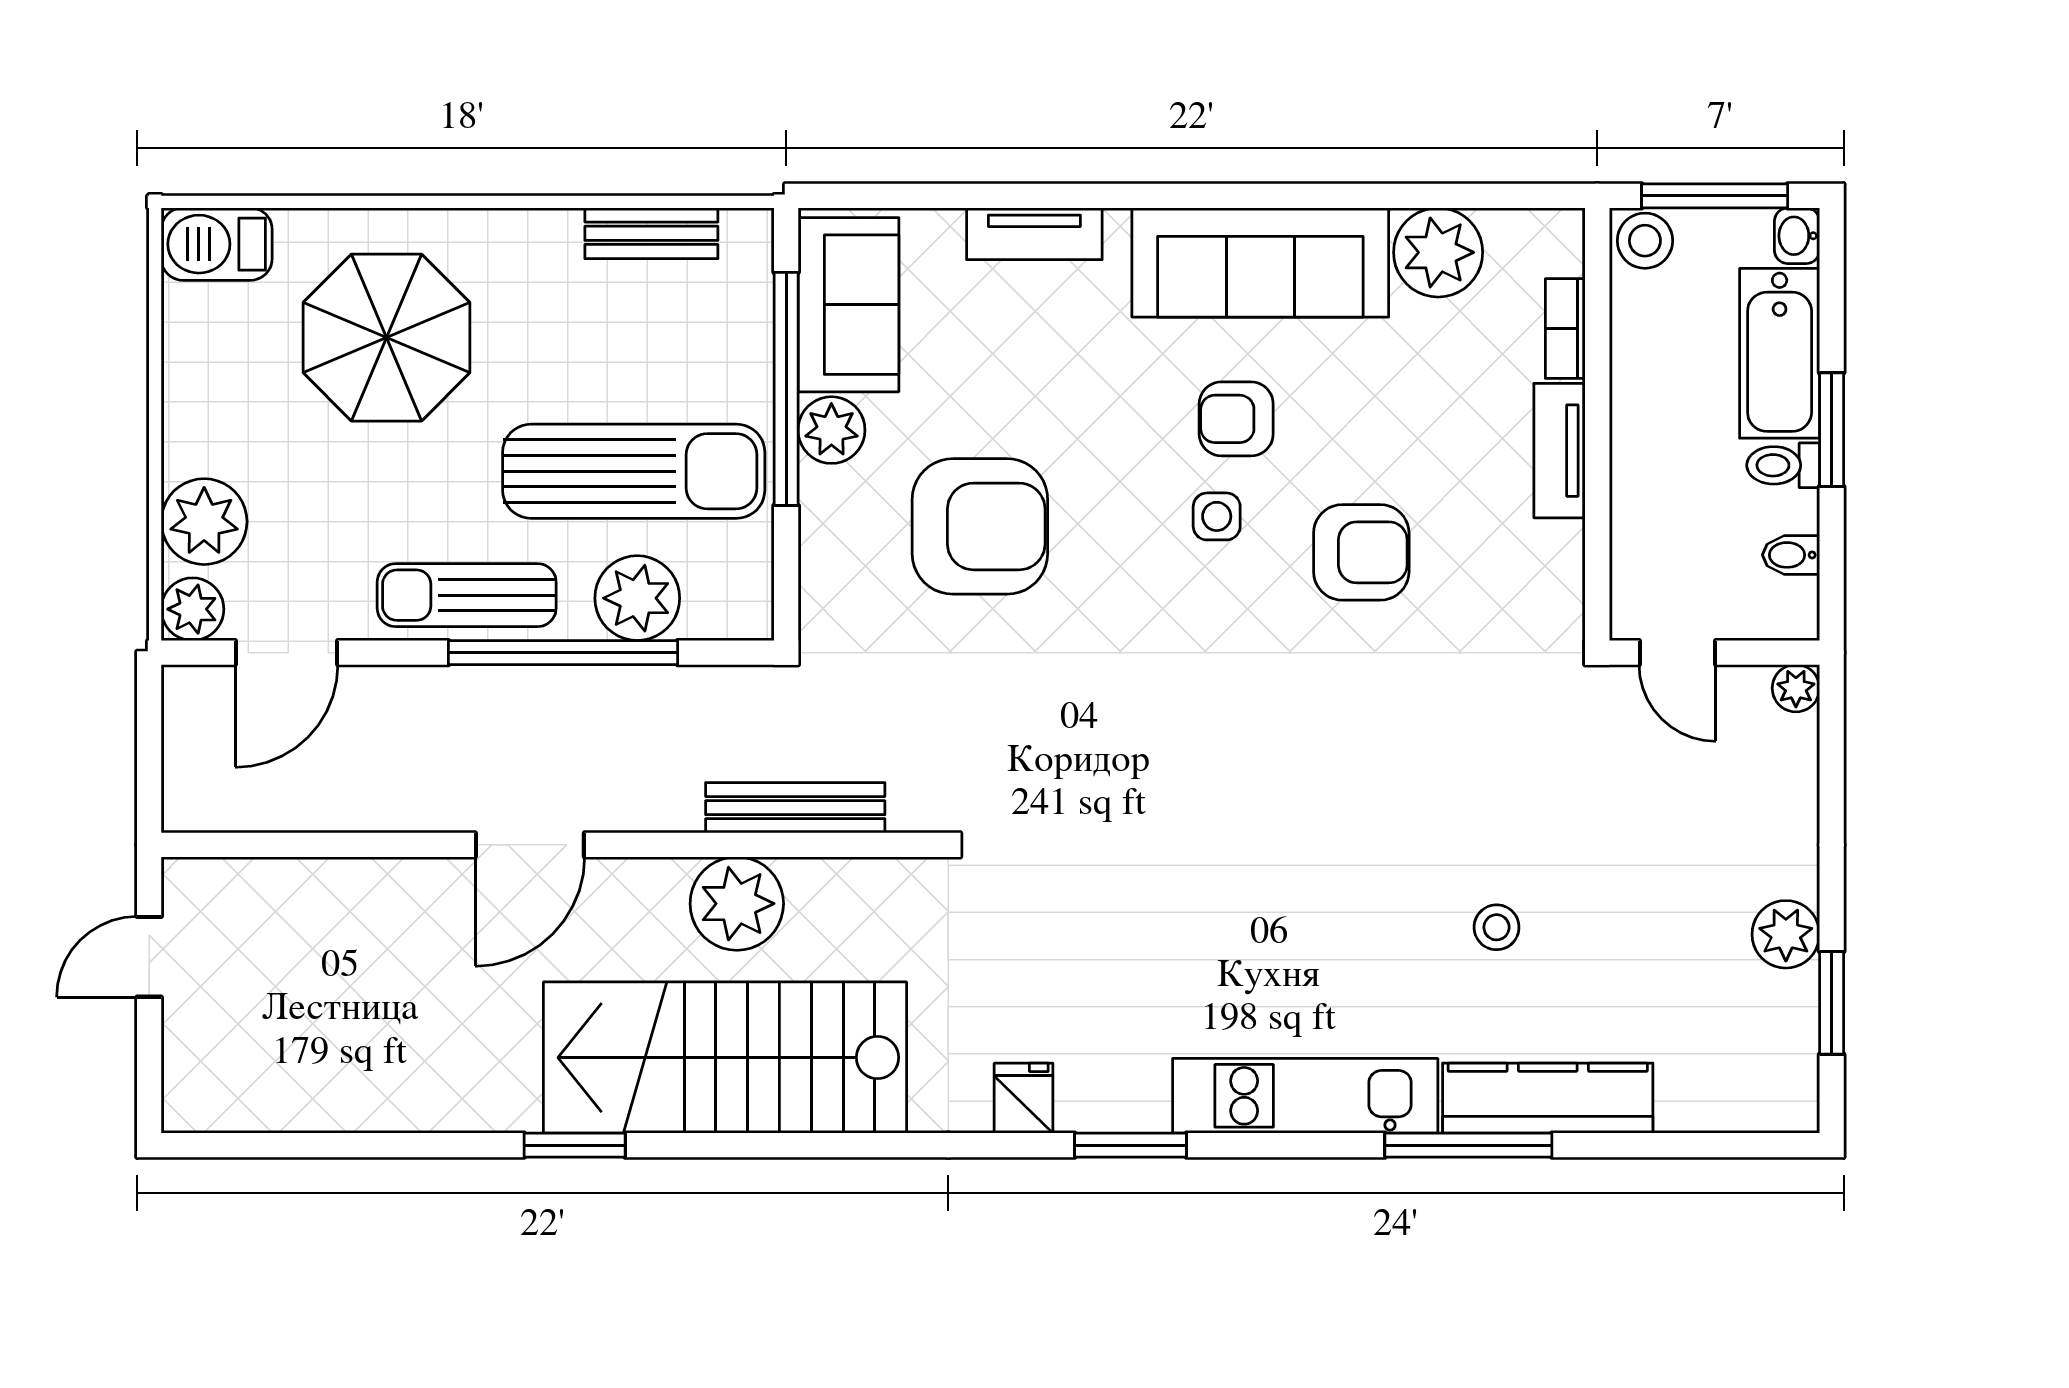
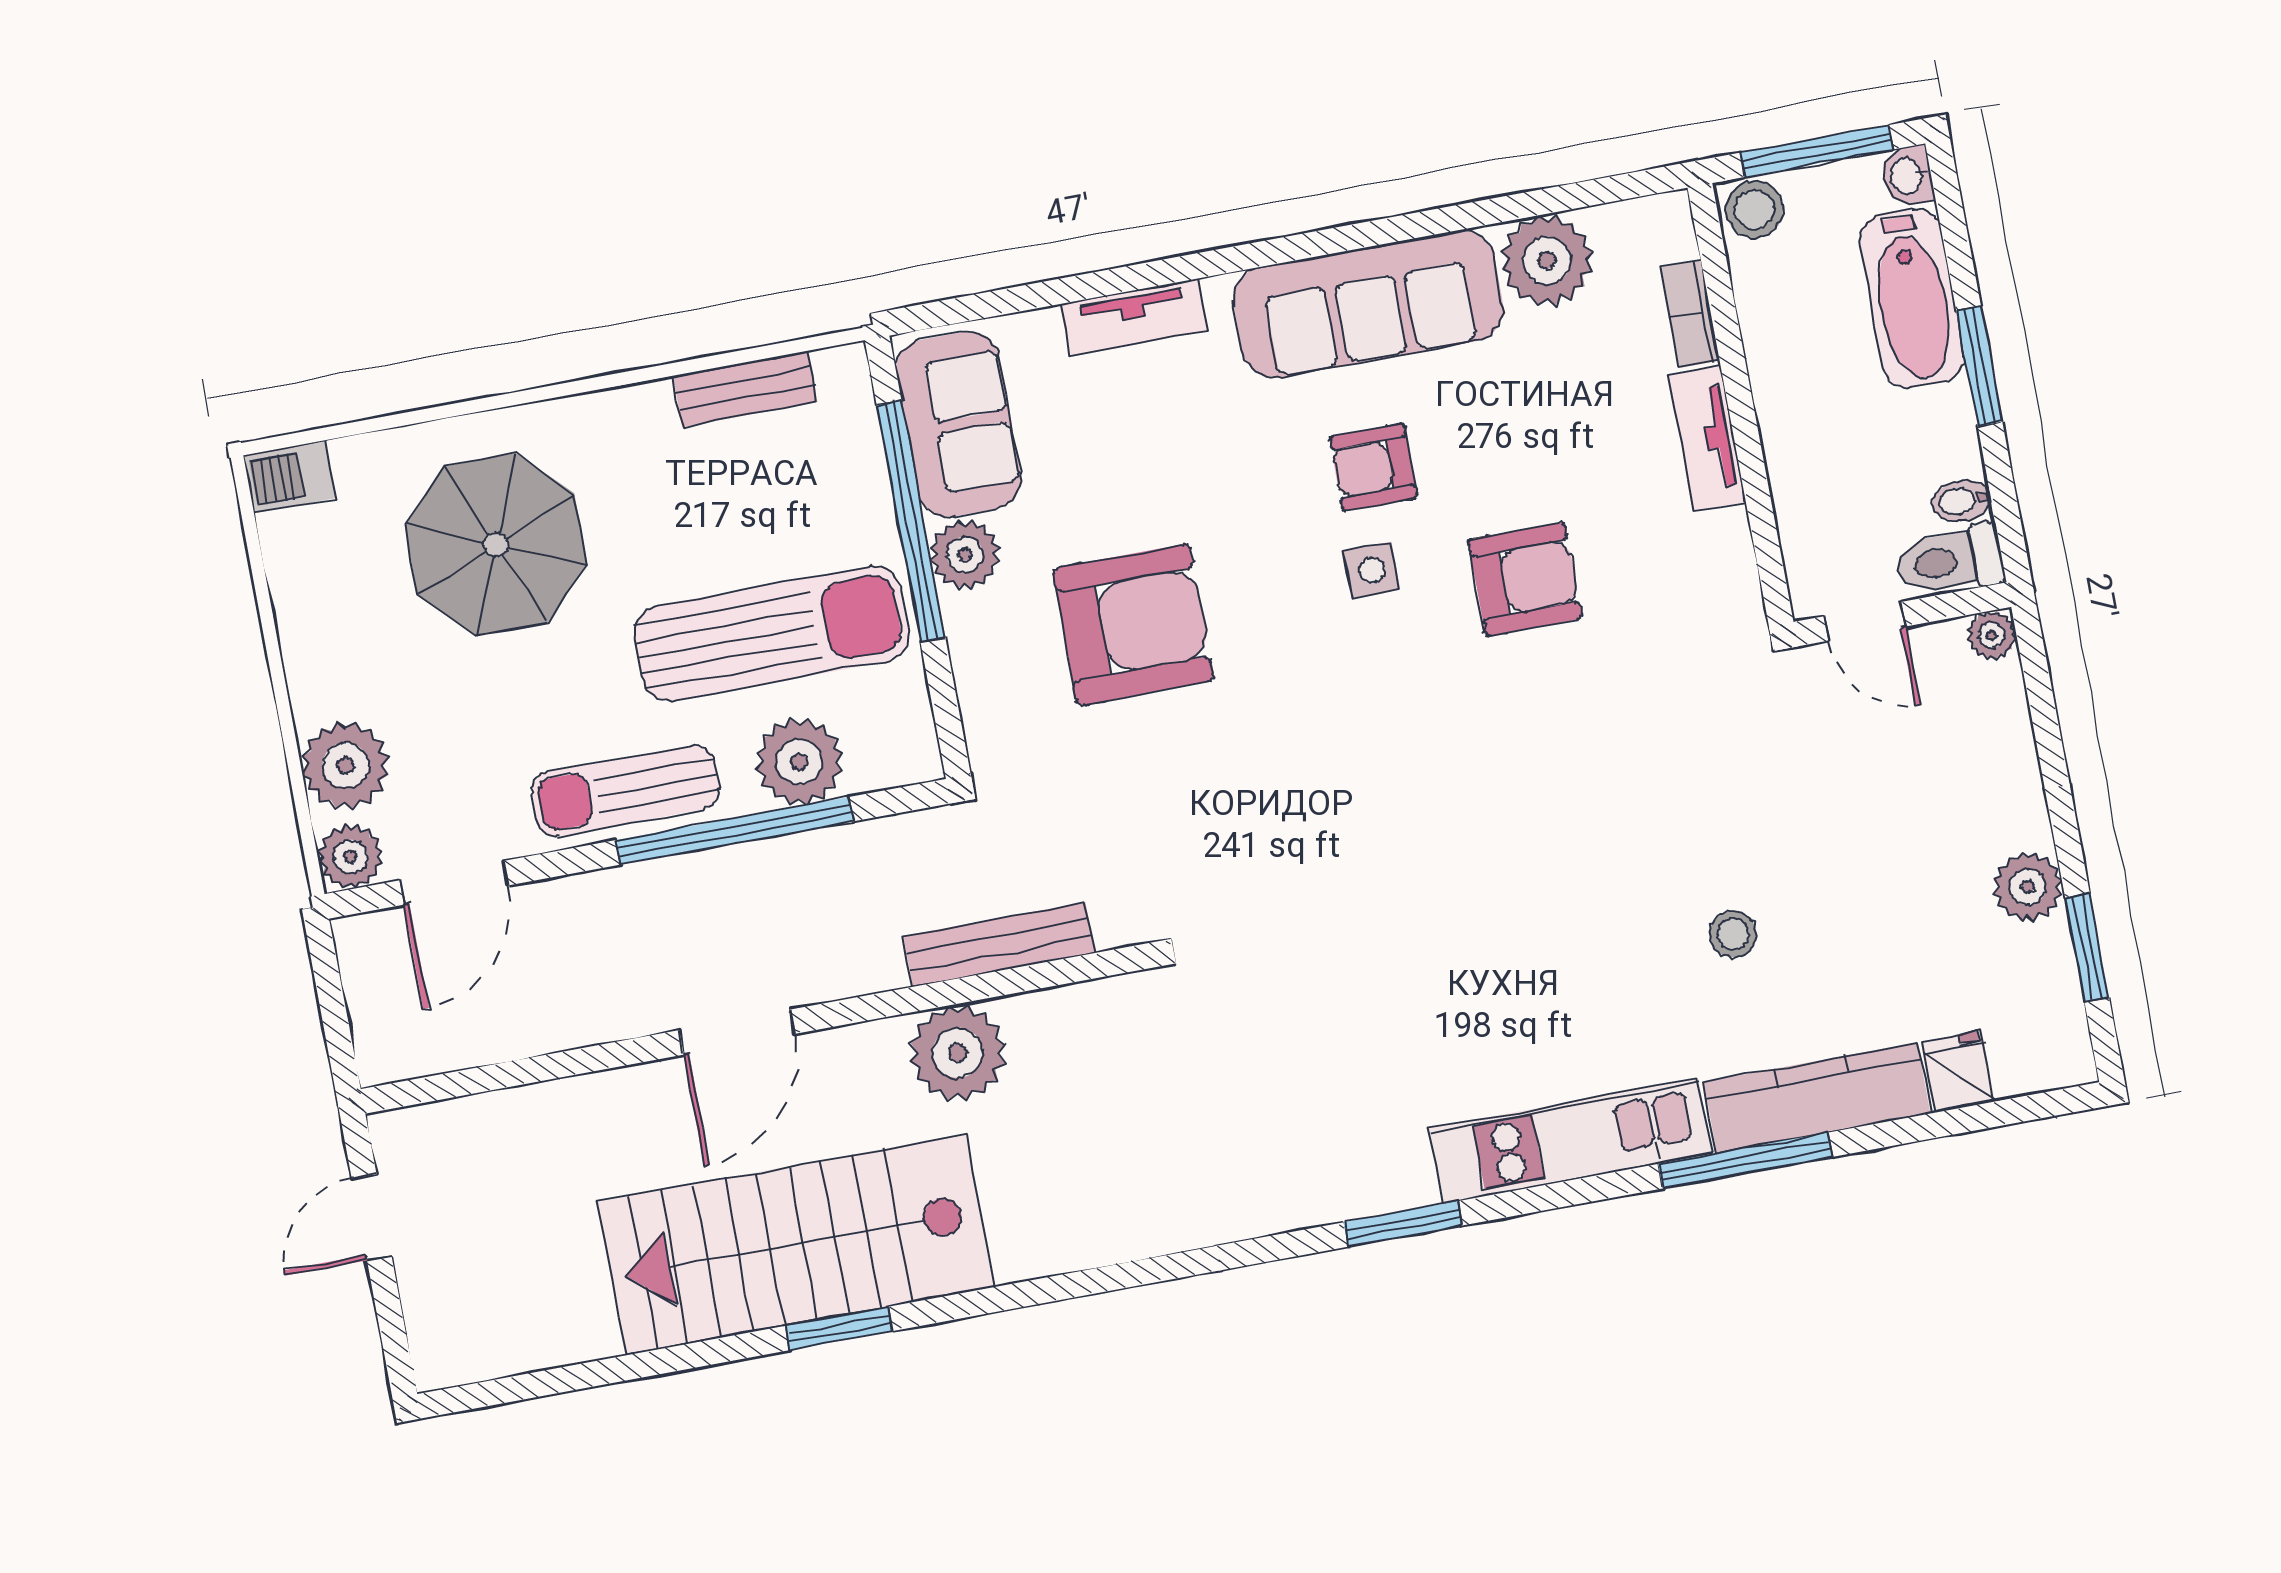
barbecue: (217, 244) -> (289, 477), width x0.73, depth x0.79
toilet: (1783, 465) -> (1950, 561), moved, width x1.37, depth x1.39
stairs: (725, 1058) -> (795, 1244), moved
fridge: (1024, 1098) -> (1958, 1072), moved

